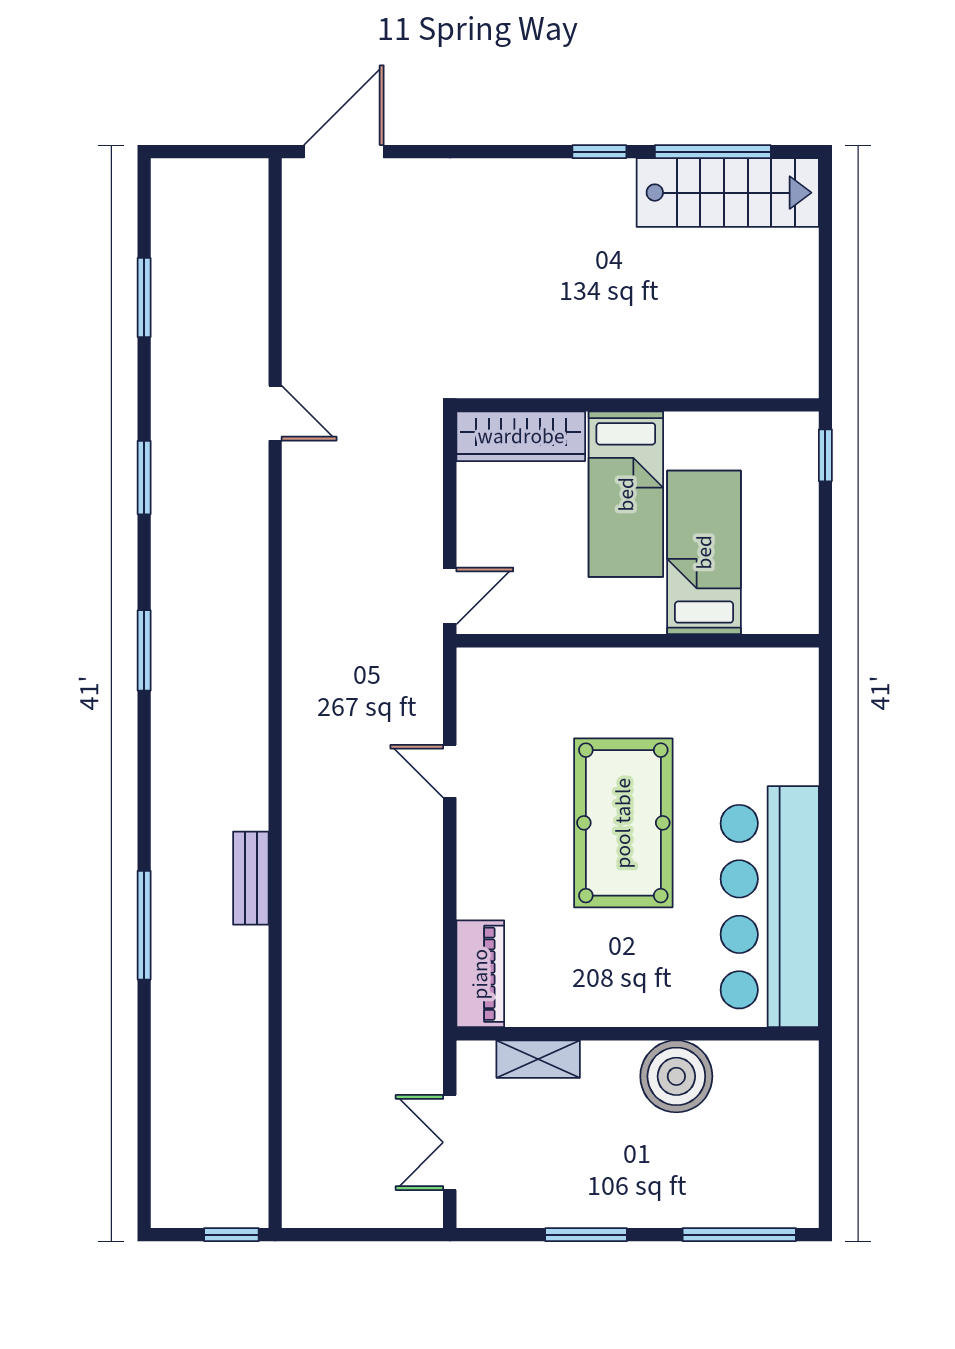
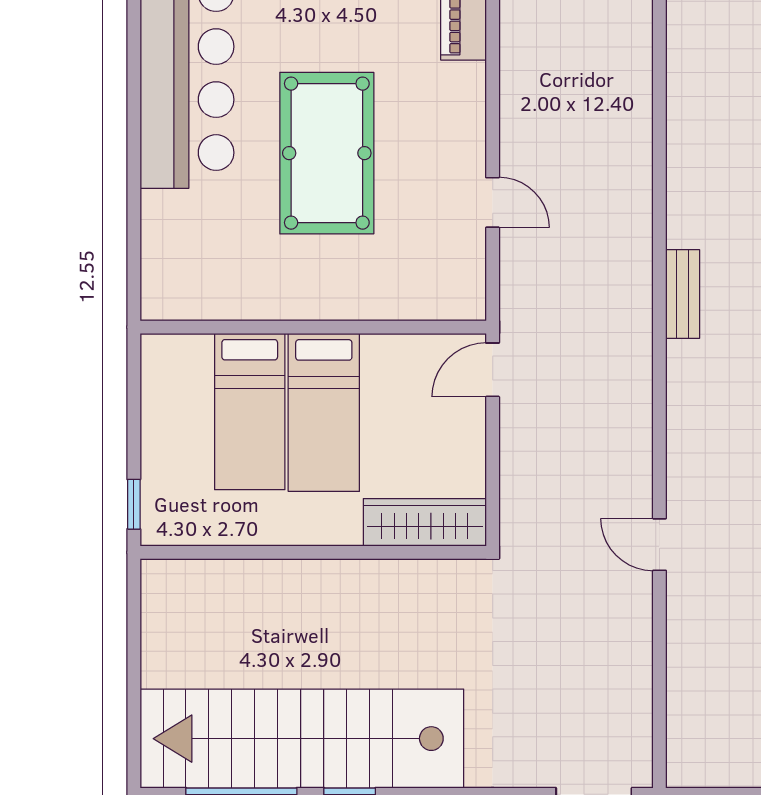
stairs: (728, 193) -> (302, 739), width x1.86, depth x1.51
bed: (626, 494) -> (324, 412), moved, turned 180
bench: (251, 878) -> (683, 294), moved

